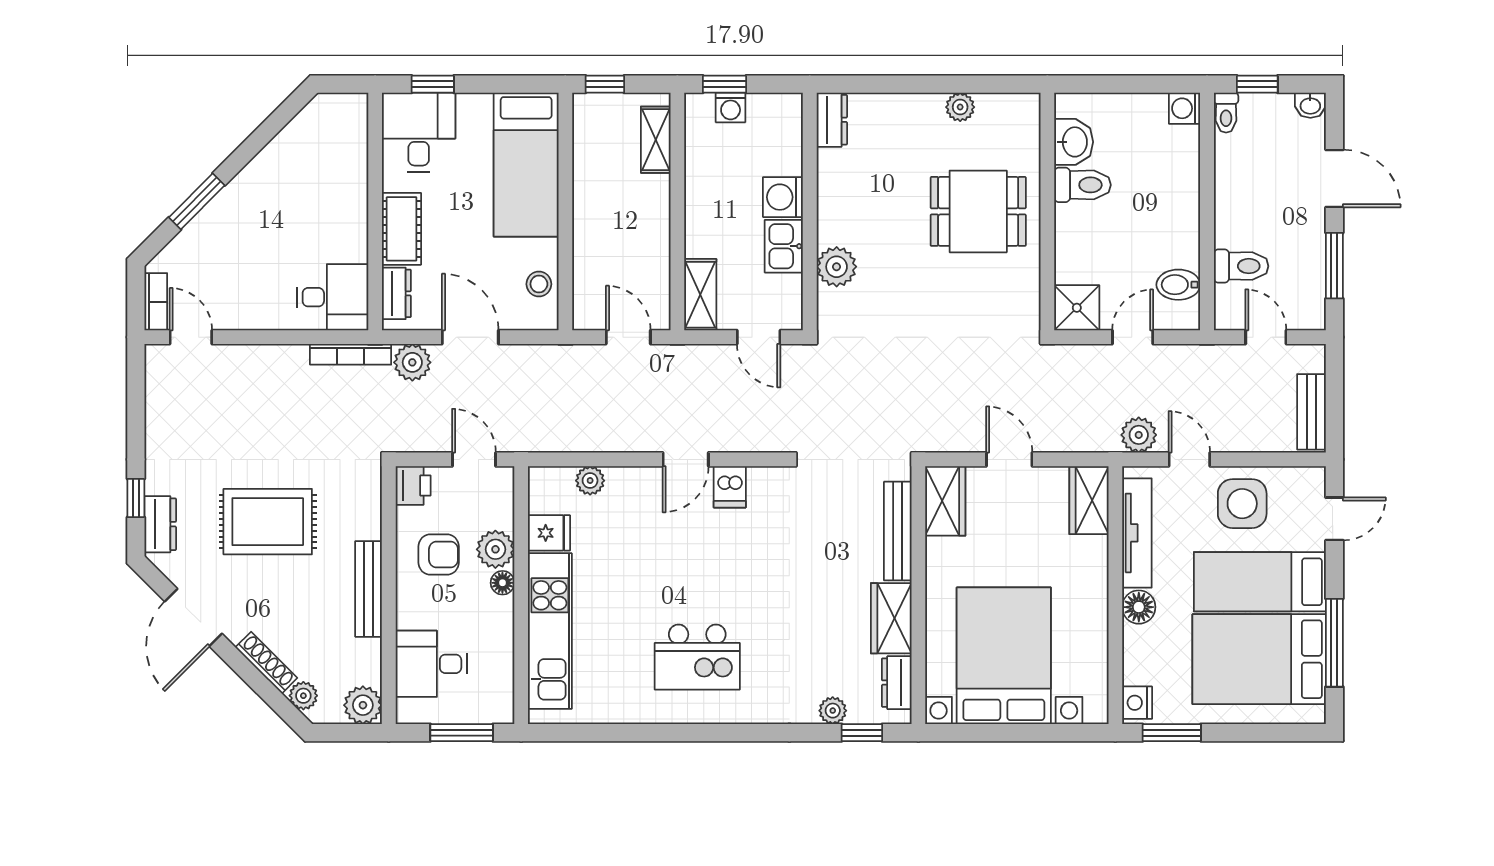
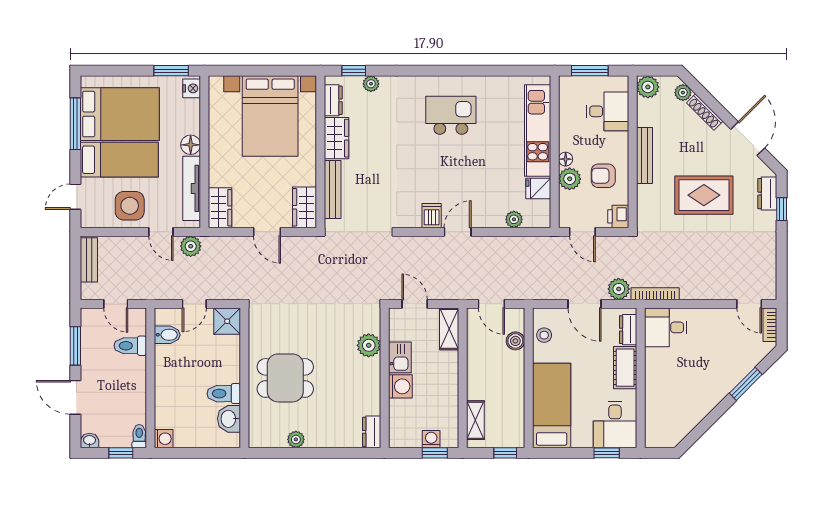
boiler: (588, 274) -> (515, 341), added

